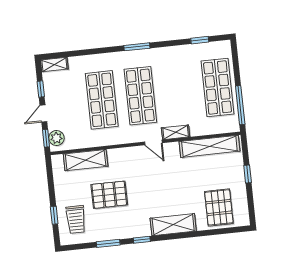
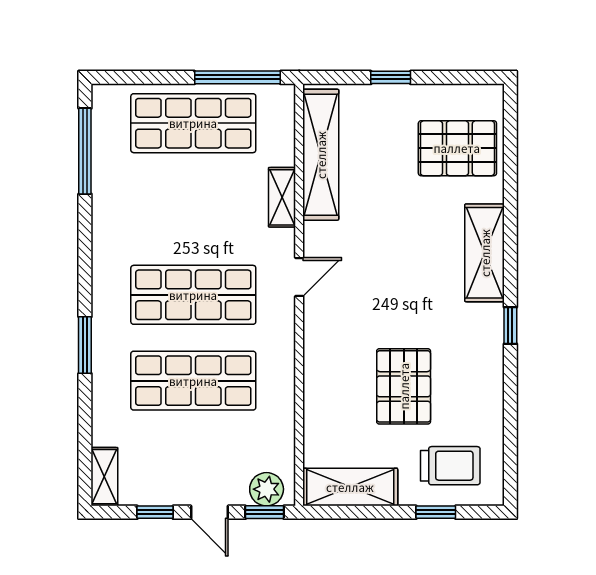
window: (200, 40) -> (85, 151), width x2.17
window: (137, 47) -> (85, 345), moved
shelving: (176, 132) -> (282, 197), moved
shelving: (86, 160) -> (350, 487), moved, turned 90
window: (108, 243) -> (510, 400), removed

